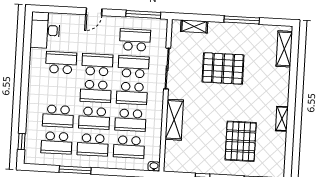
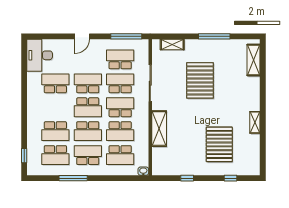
pallet: (223, 68) -> (200, 80), turned 90
school desk: (132, 93) -> (120, 107), turned 180
school desk: (93, 145) -> (88, 155), turned 180

